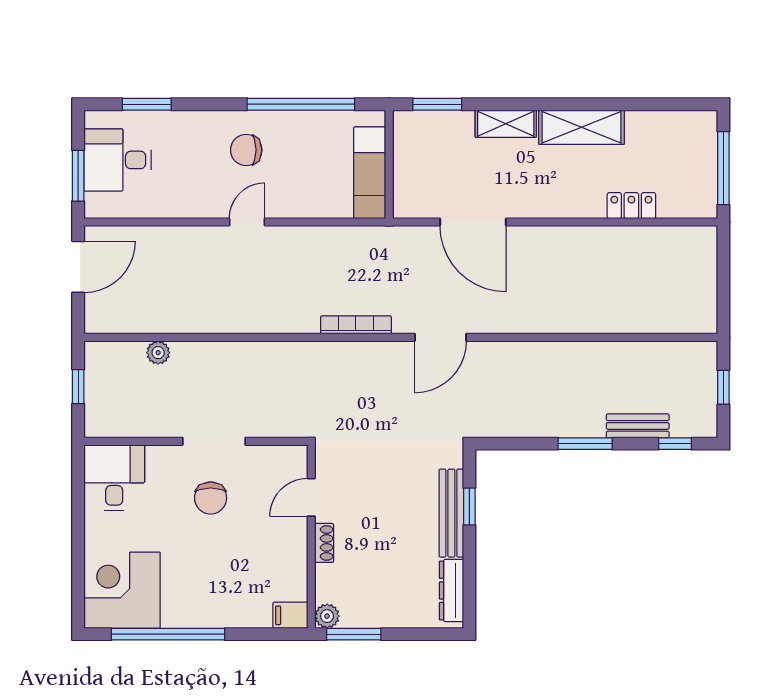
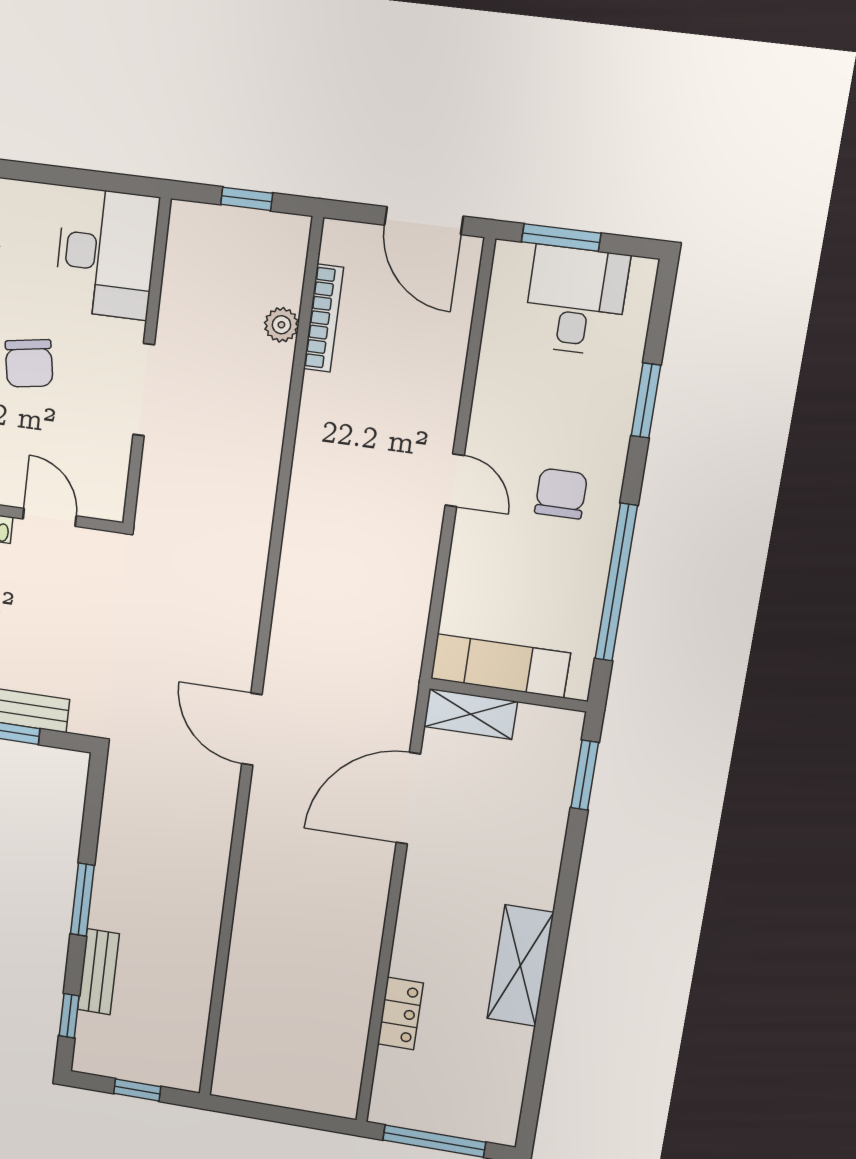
window: (147, 104) -> (646, 400), moved
shelving: (506, 124) -> (471, 714), moved, turned 90
bookcase: (356, 325) -> (323, 318), moved
desk: (114, 478) -> (106, 253), width x1.37
chair: (211, 498) -> (29, 363), moved, turned -99

